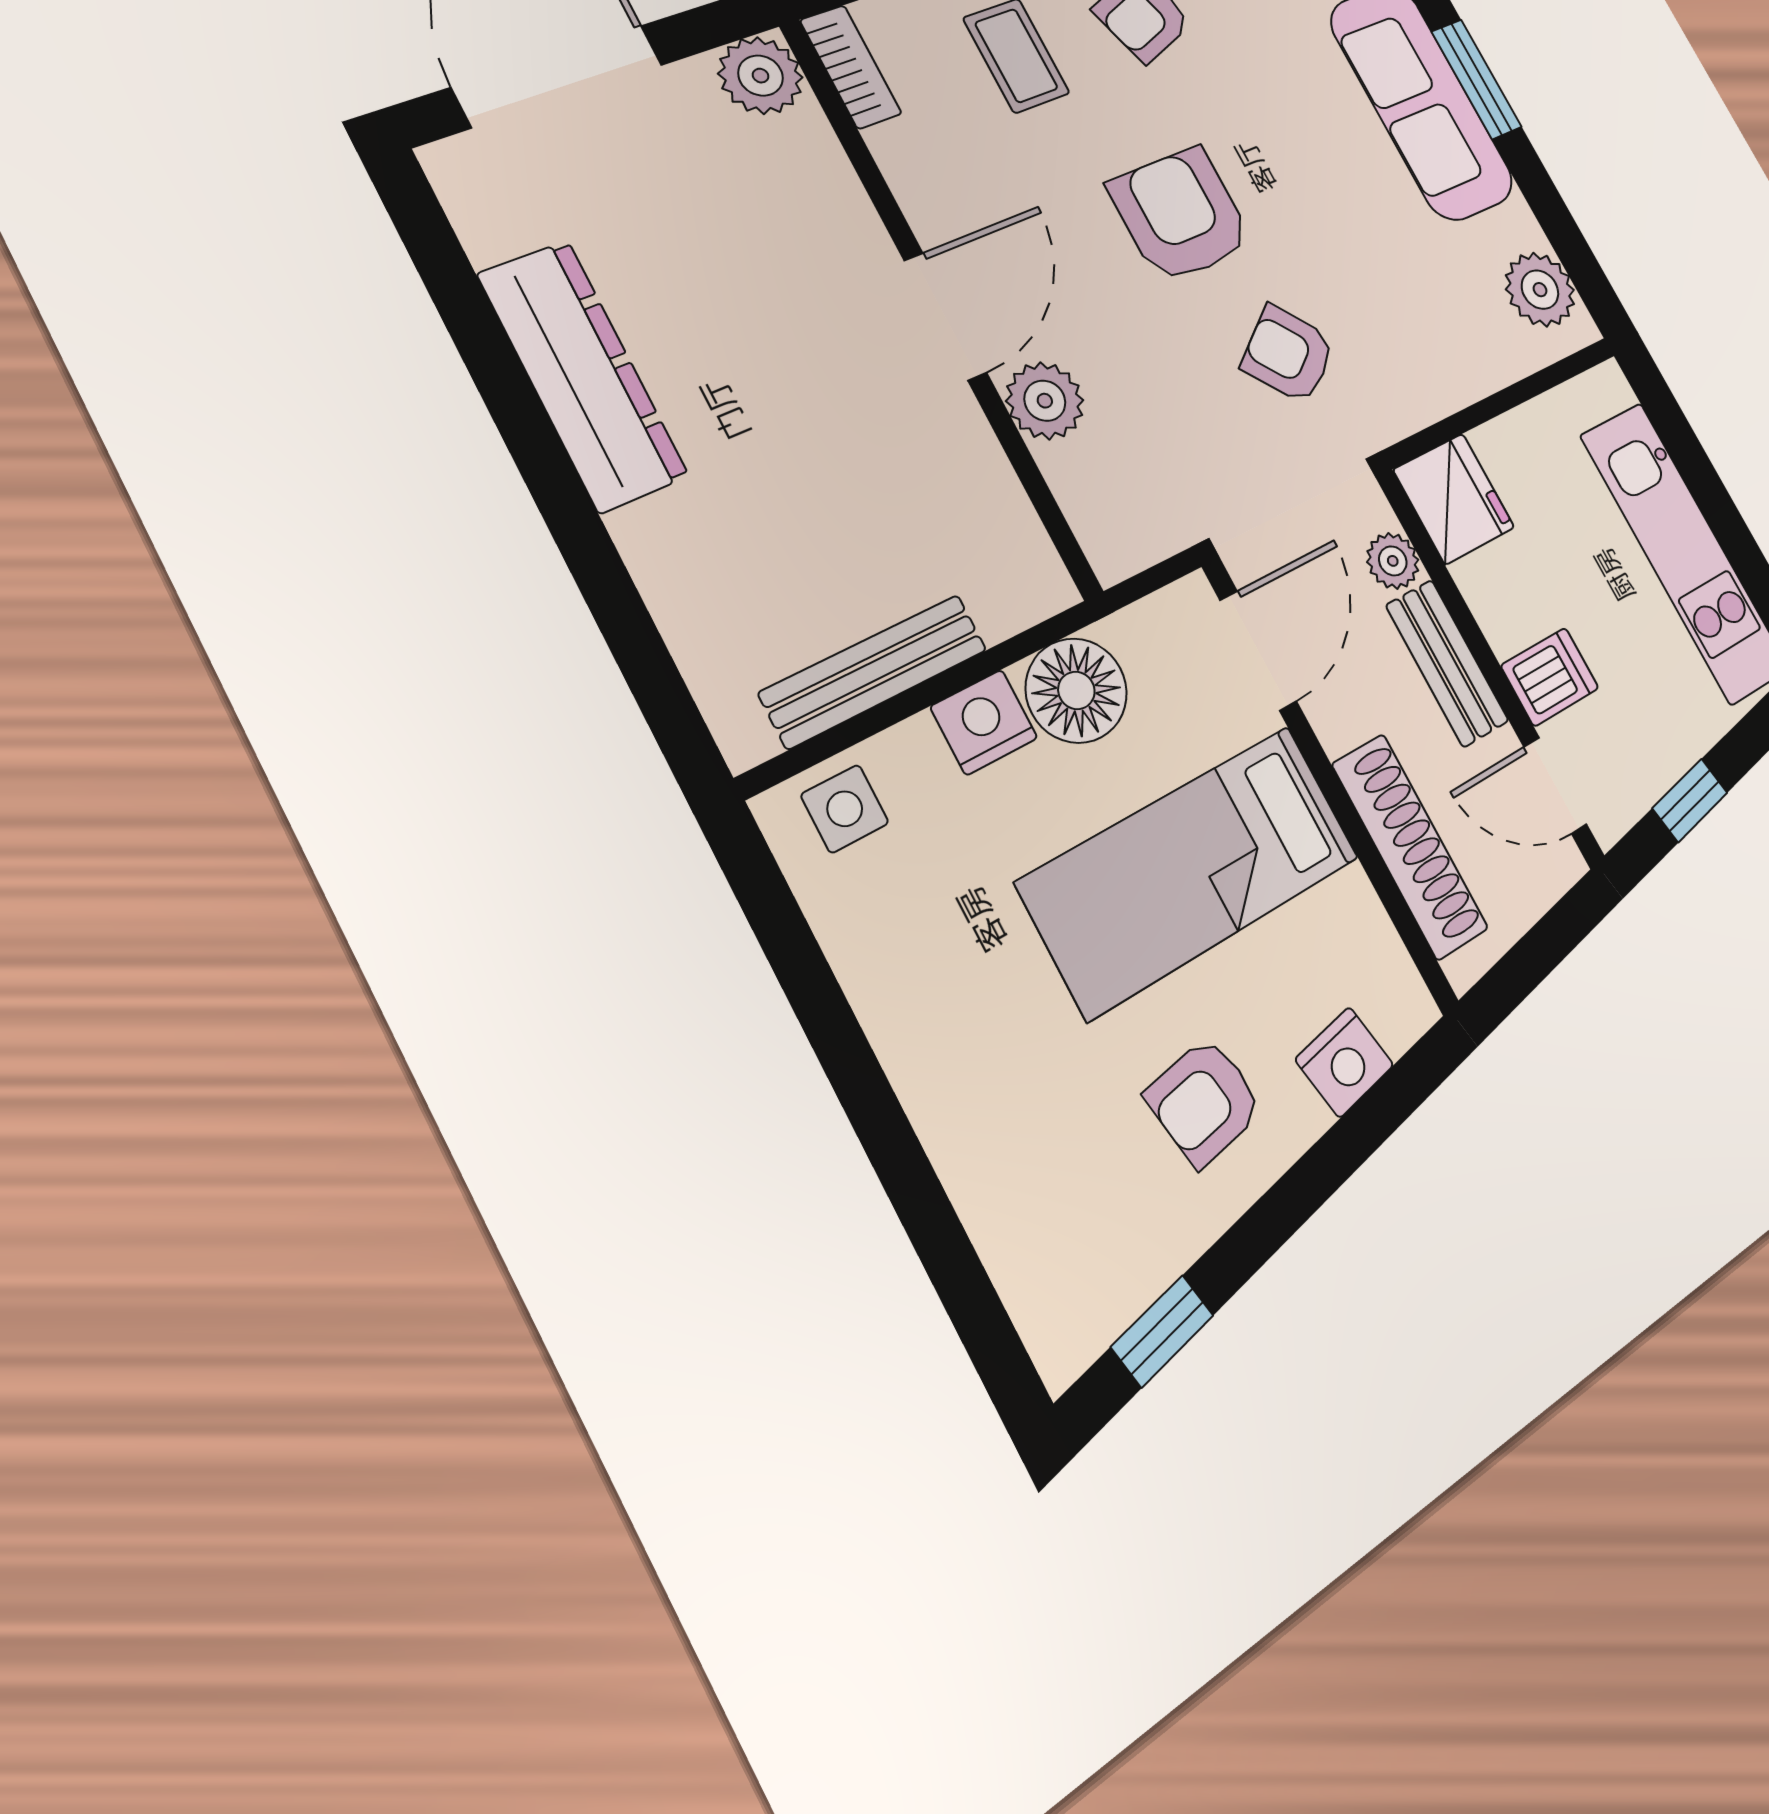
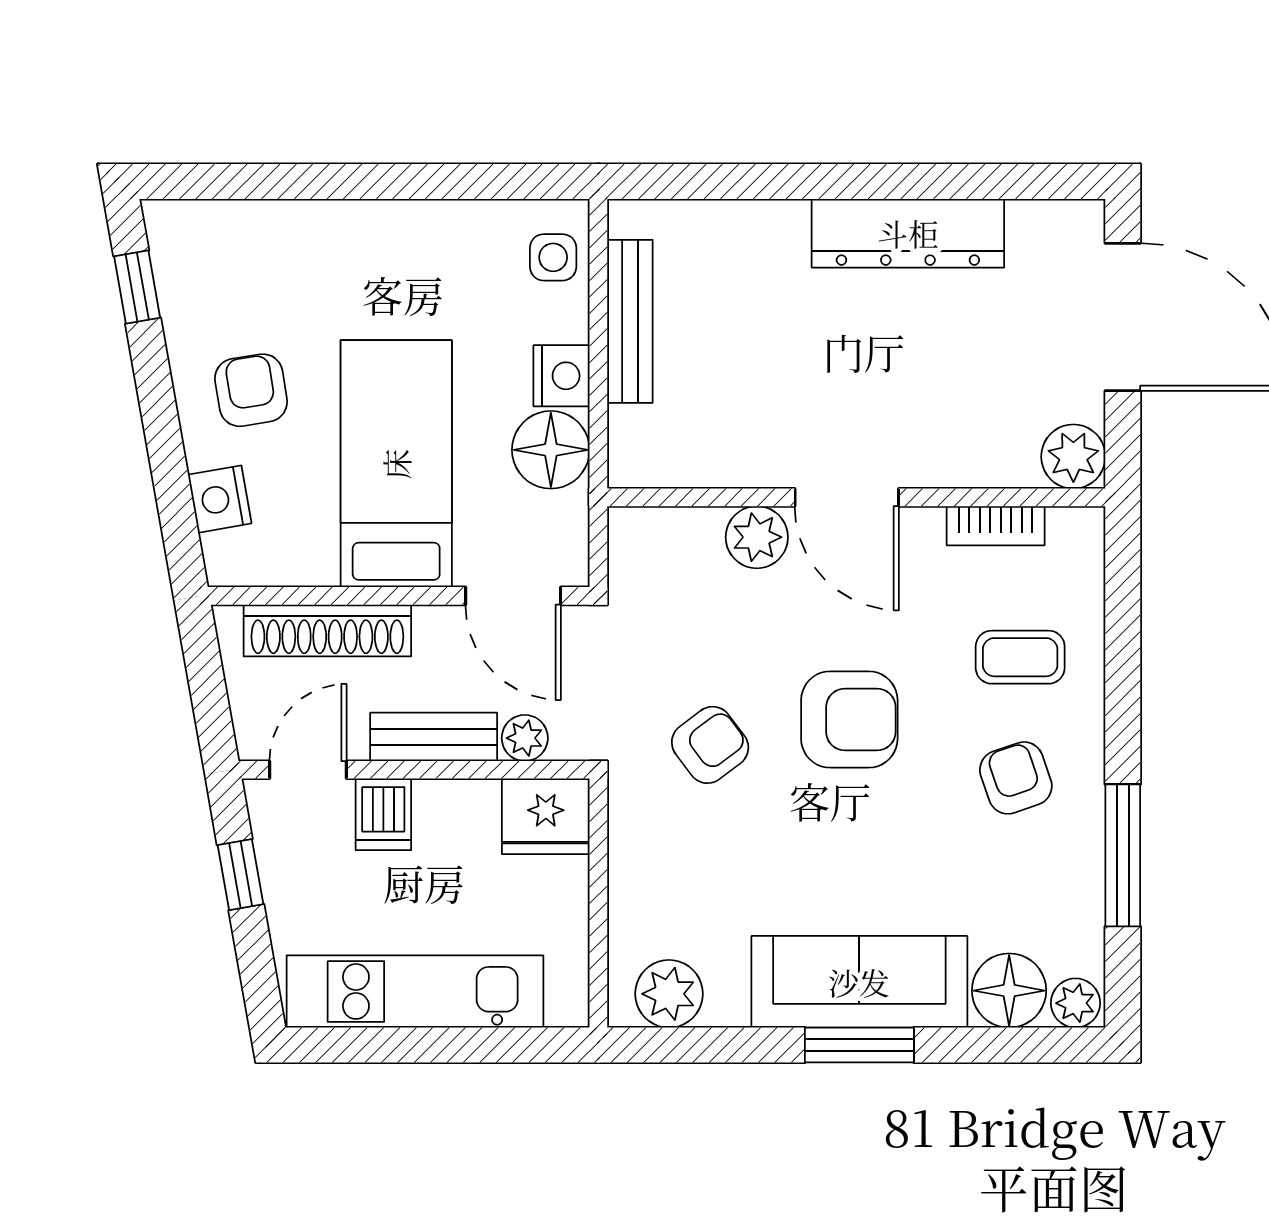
bookcase: (851, 67) -> (996, 526), moved

